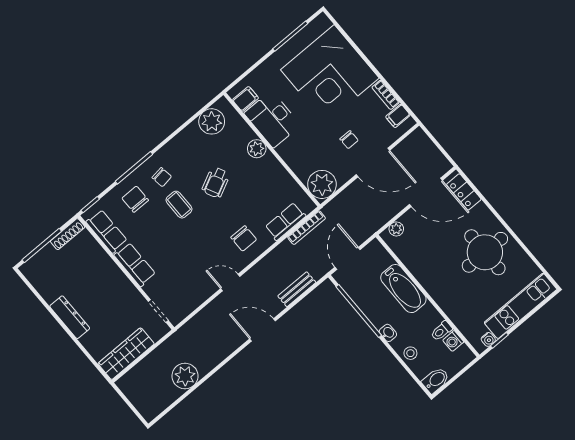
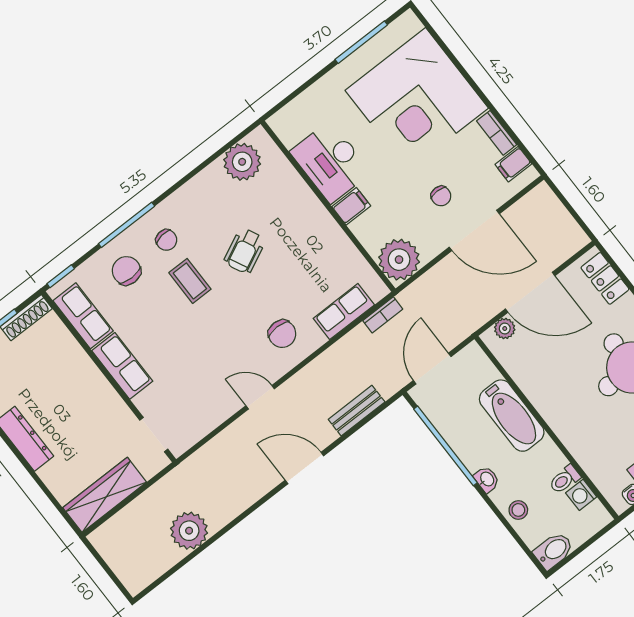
filing cabinet: (246, 99) -> (351, 206), moved
plant: (257, 149) -> (306, 204), removed
door: (426, 192) -> (530, 292), moved
bookcase: (306, 228) -> (383, 315), width x0.64

